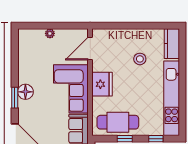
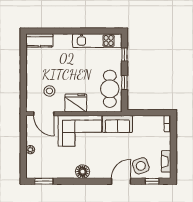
stool: (140, 59) -> (49, 91), moved
window: (15, 98) -> (44, 181), moved
kitchen unit: (172, 98) -> (97, 41), width x0.73

